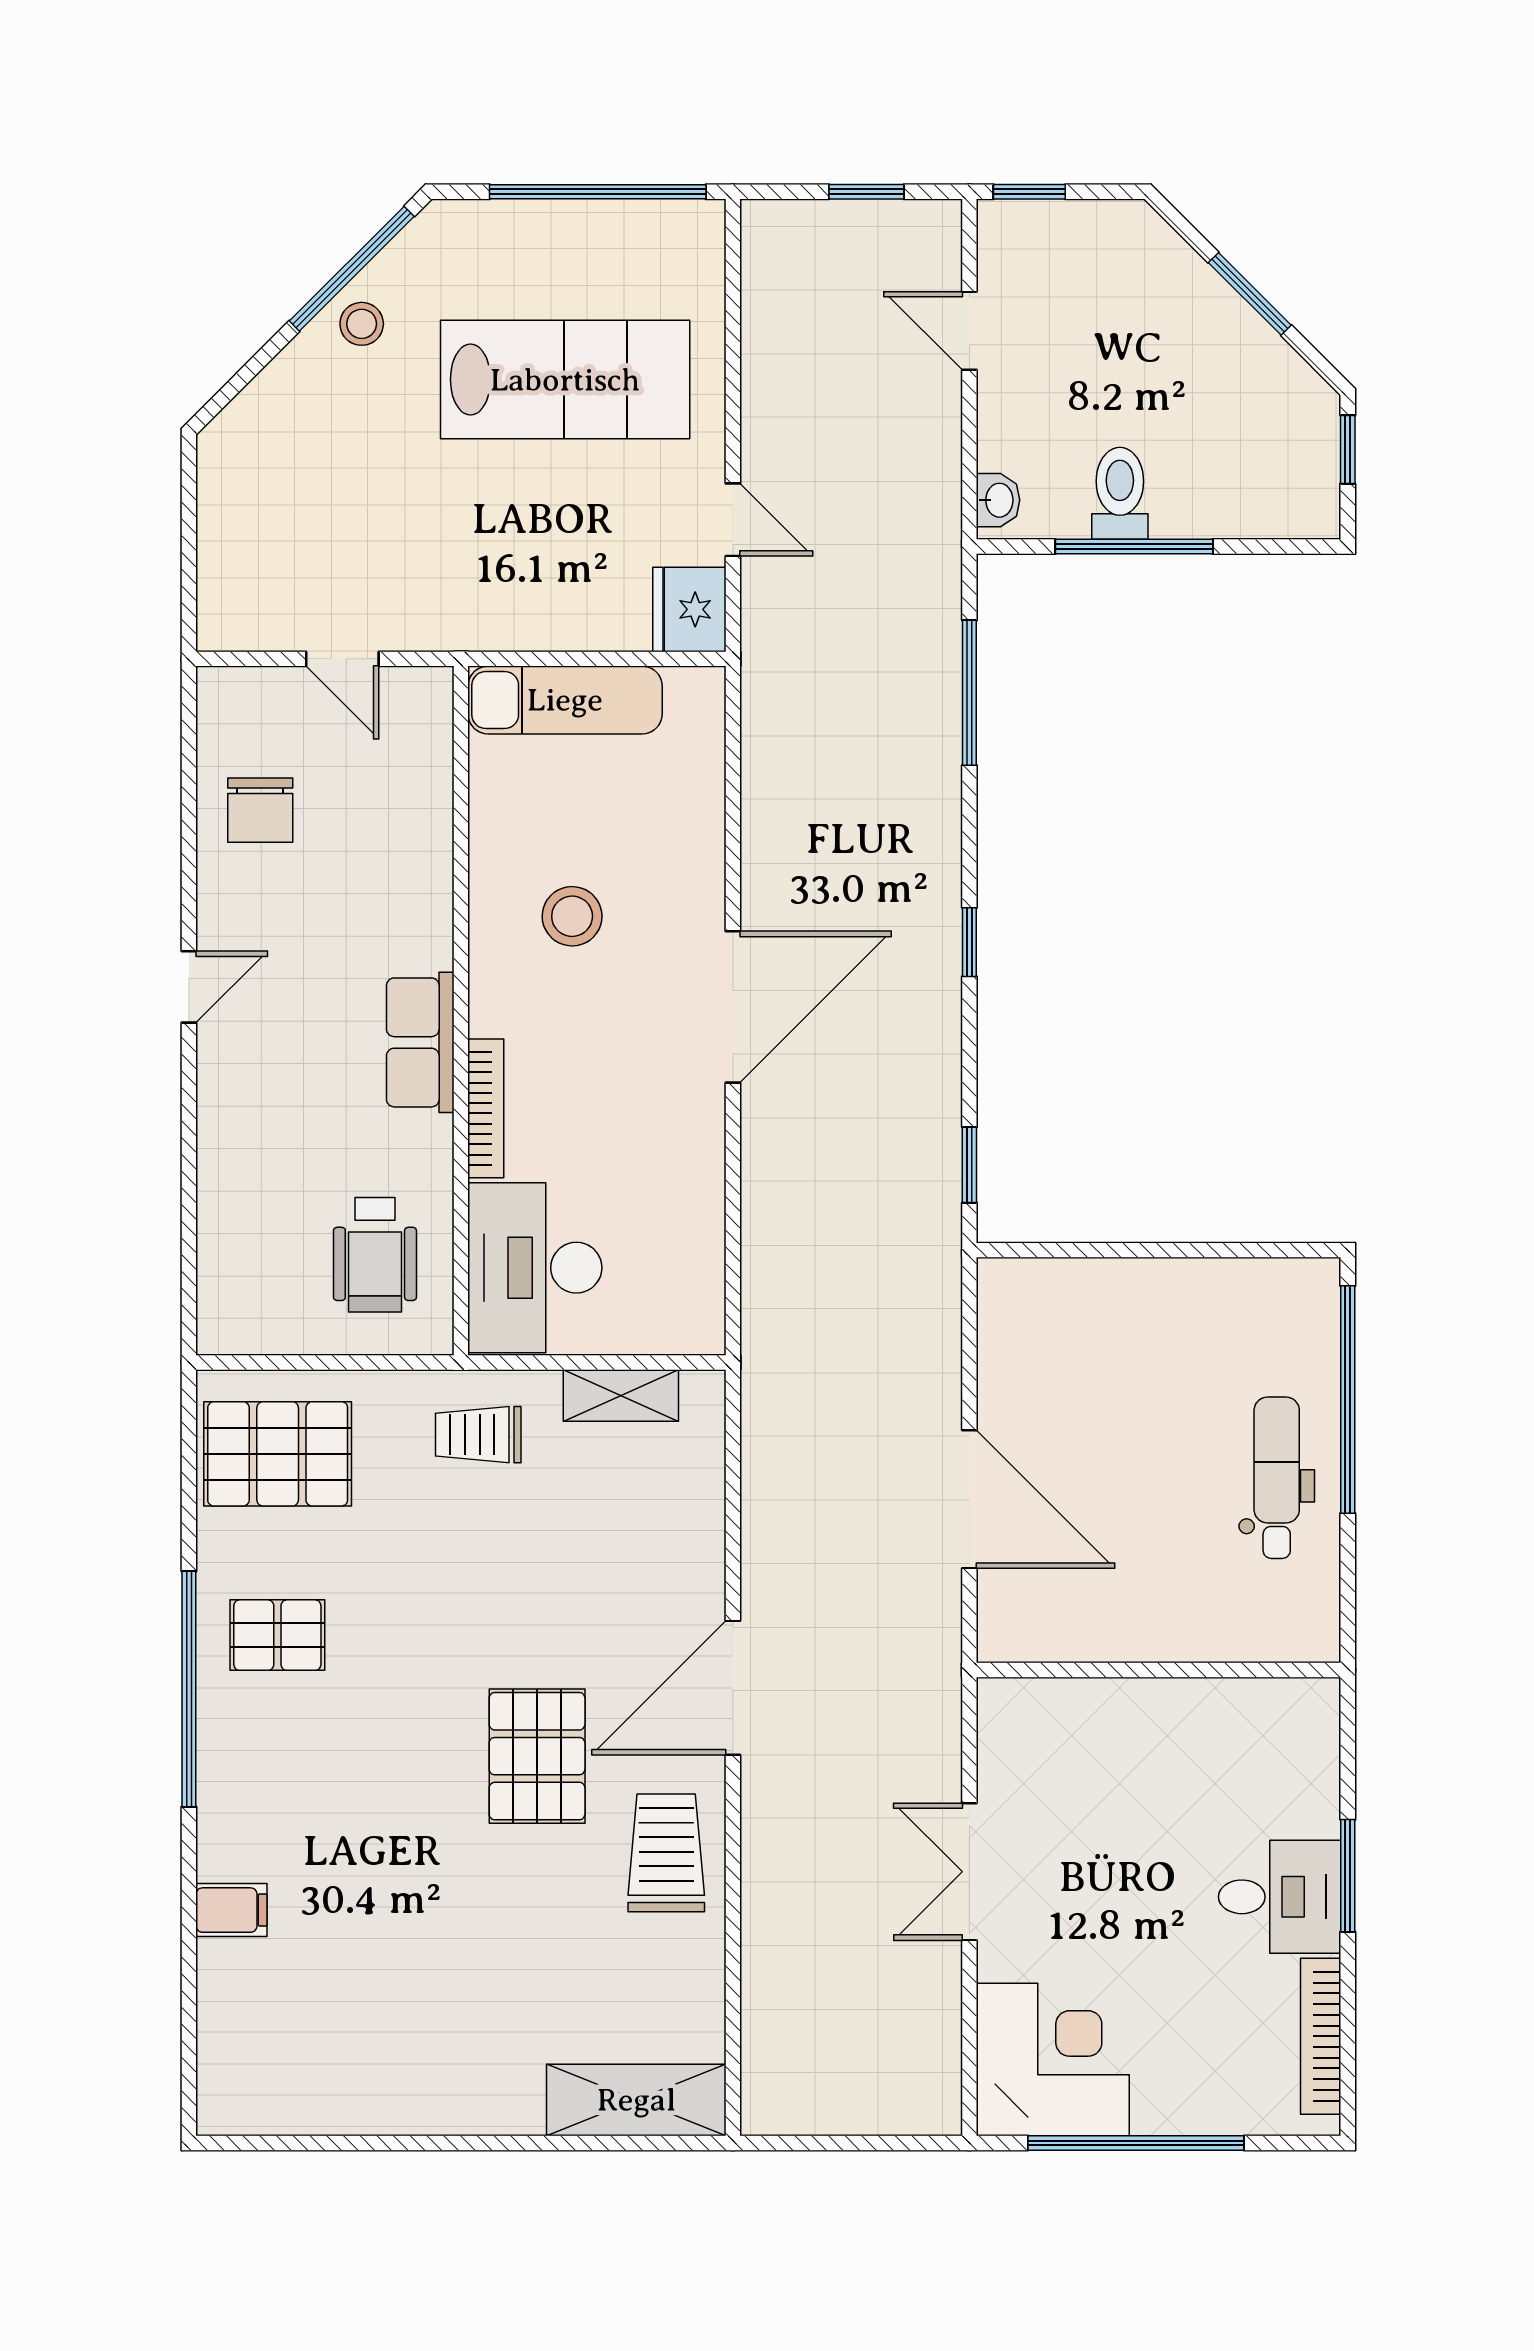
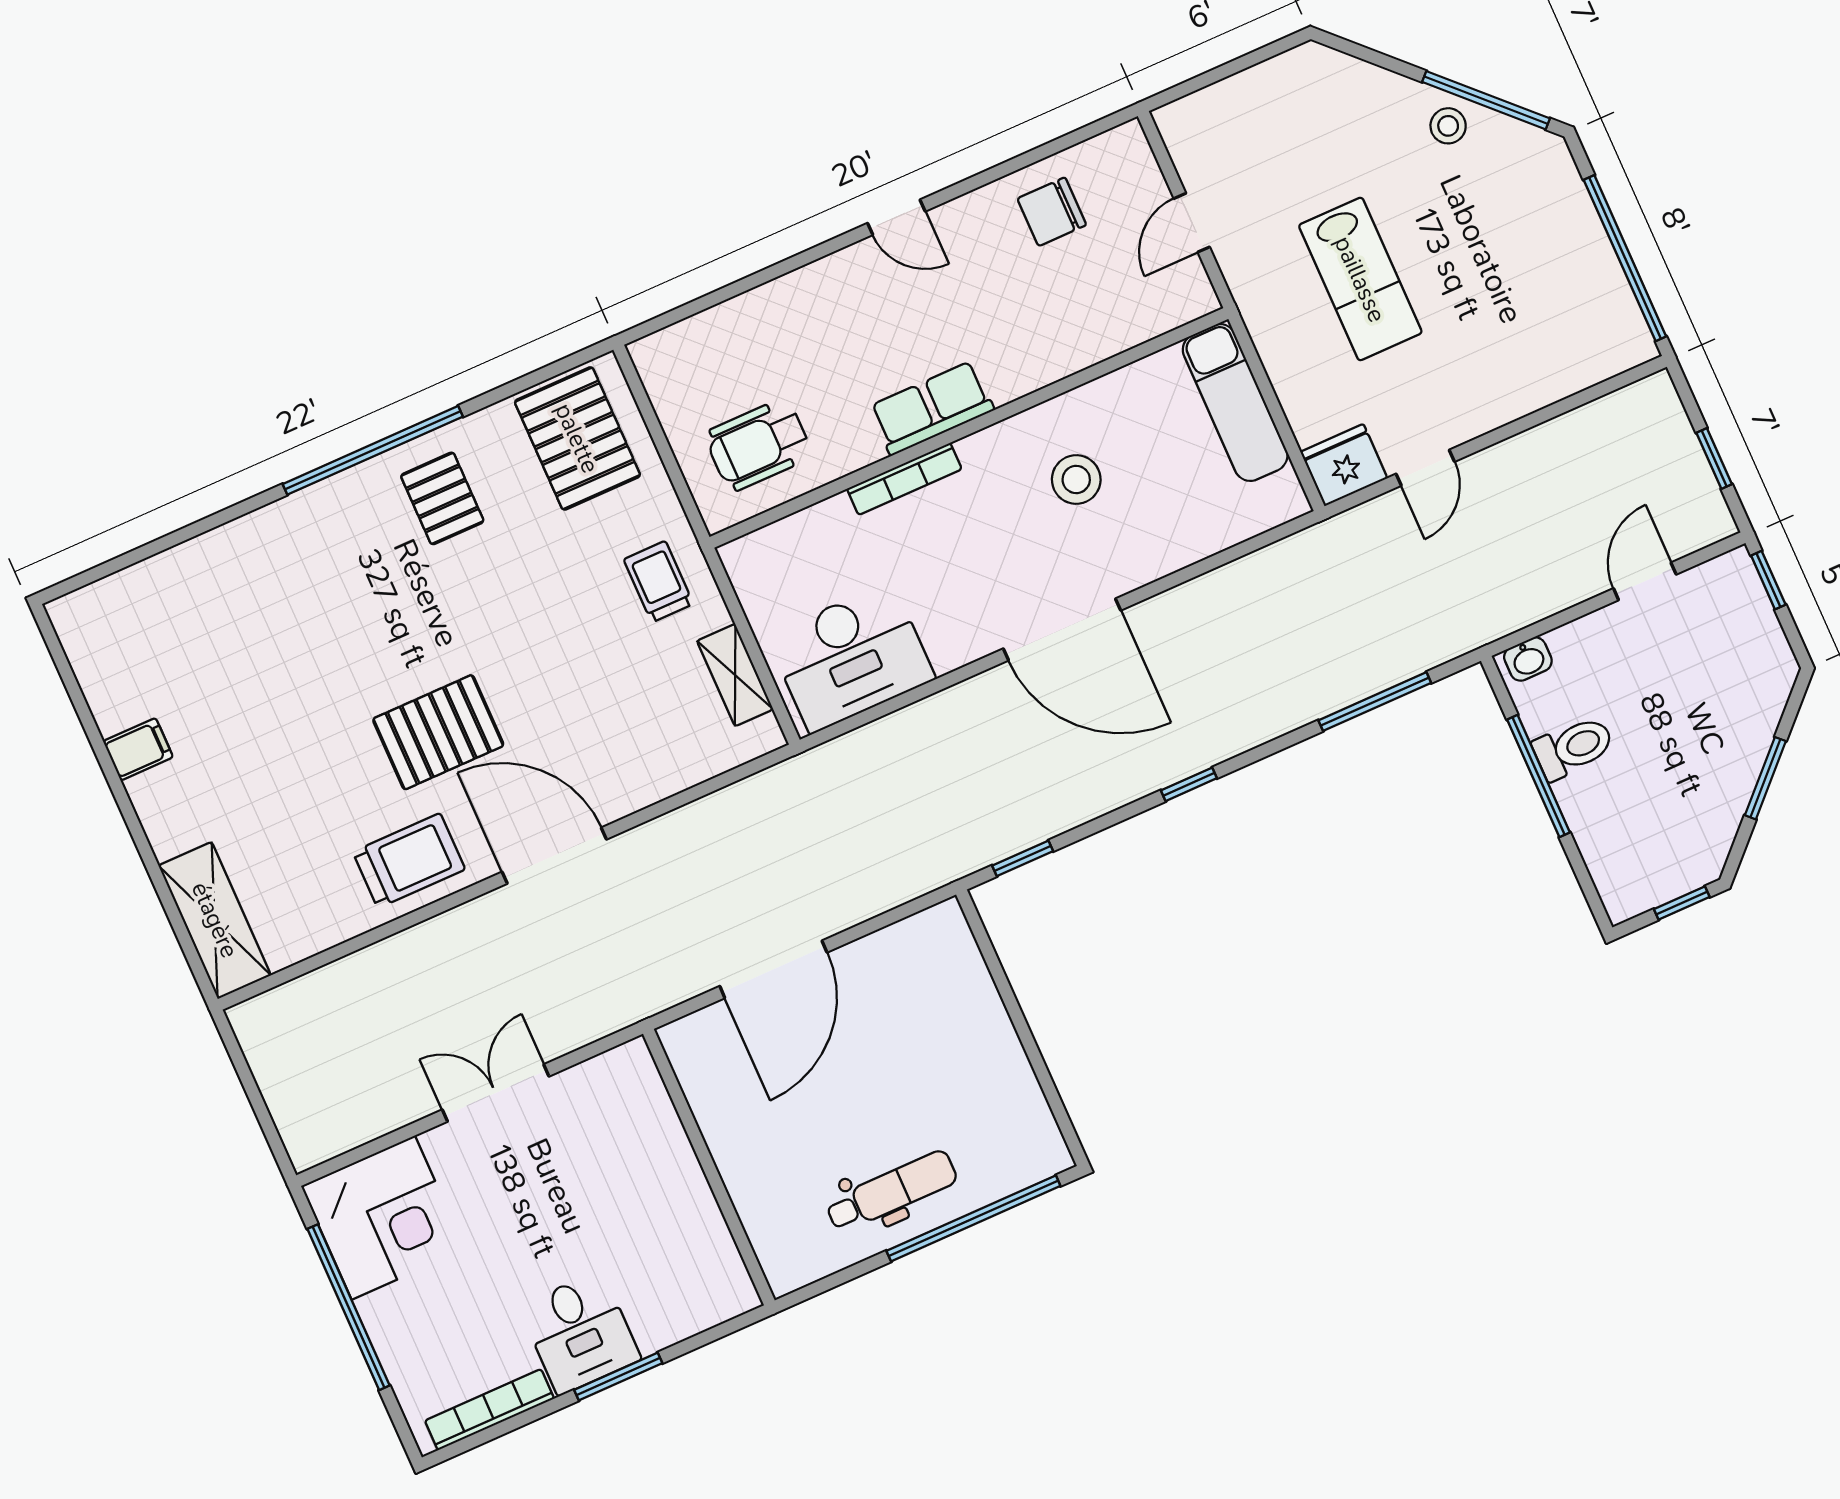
lab bench: (565, 380) -> (1360, 279), moved, width x0.73, depth x0.72
desk: (535, 1268) -> (851, 657), moved, turned 180
filing cabinet: (231, 1910) -> (138, 749), moved, turned -90

